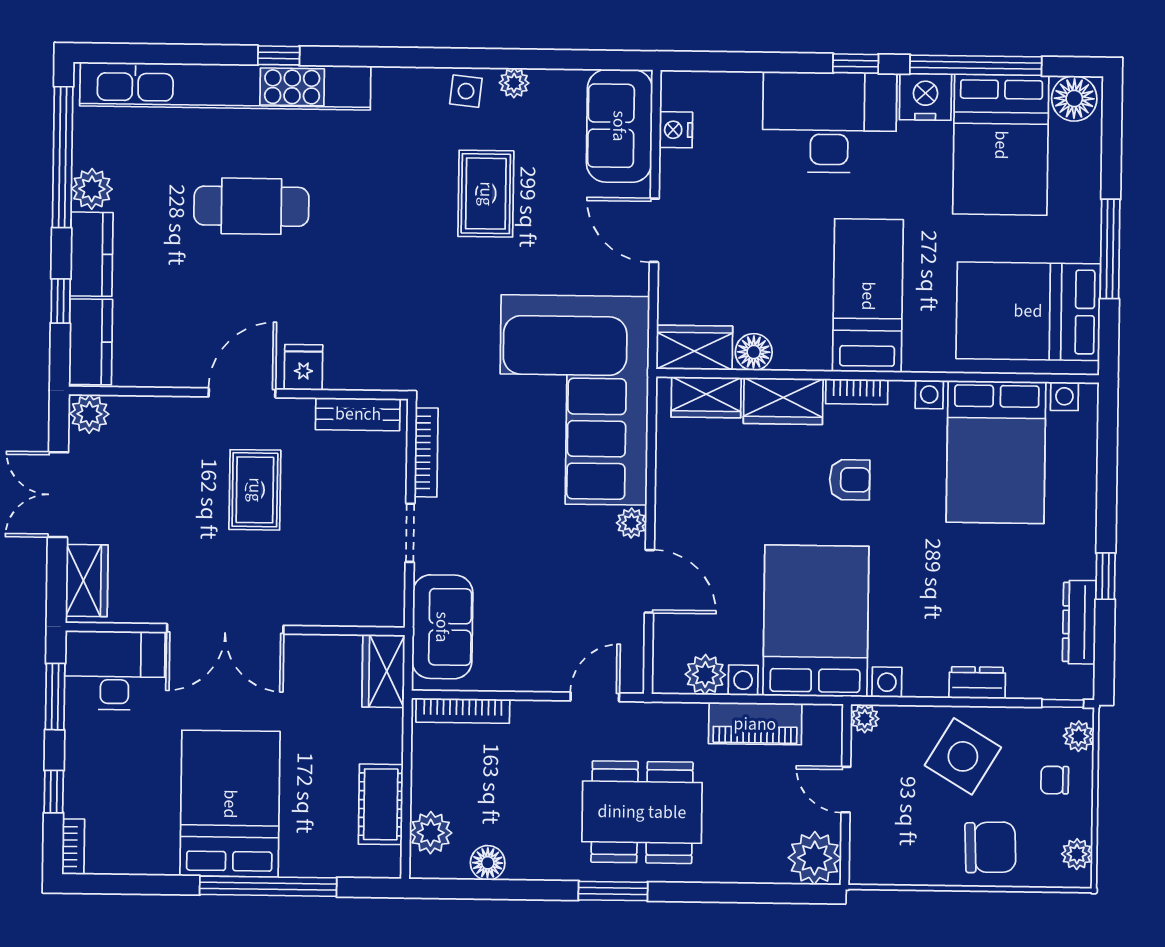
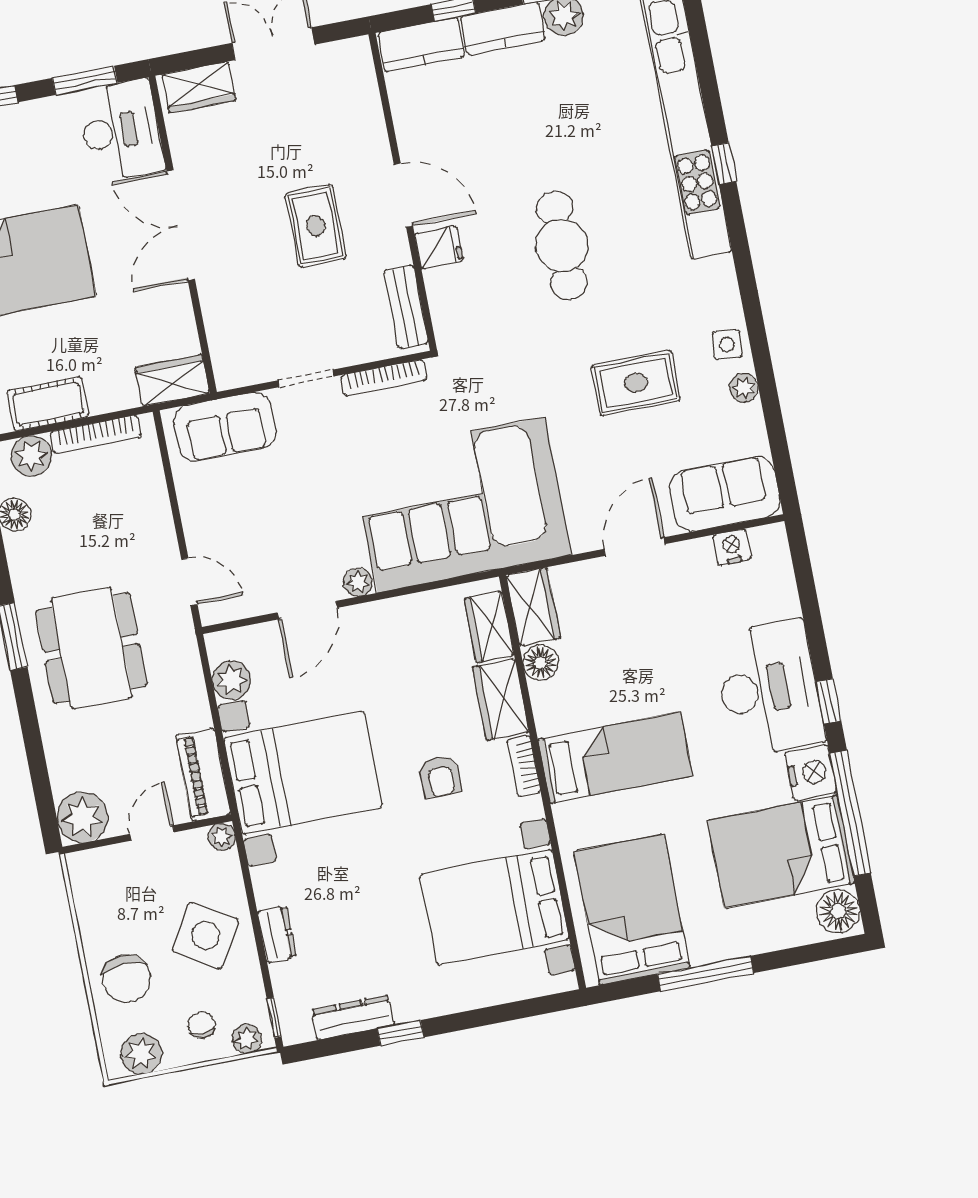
cafe table: (251, 206) -> (562, 246), moved
plant: (89, 414) -> (354, 57), removed
rug: (255, 490) -> (316, 226), turned 90
bookcase: (463, 711) -> (96, 434), moved, turned -90
piano: (755, 724) -> (203, 775), moved
plant: (1077, 854) -> (141, 1054), width x1.38, depth x1.38

